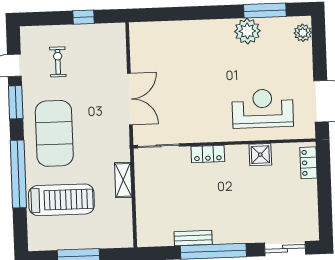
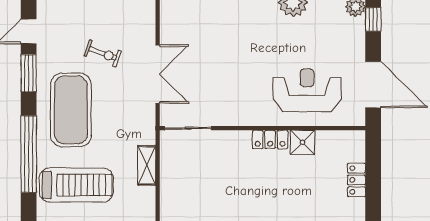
window: (319, 43) -> (373, 19), added
exercise bike: (58, 62) -> (103, 53), moved, turned 110
locker: (208, 154) -> (270, 139), moved
locker: (308, 163) -> (356, 180), moved

